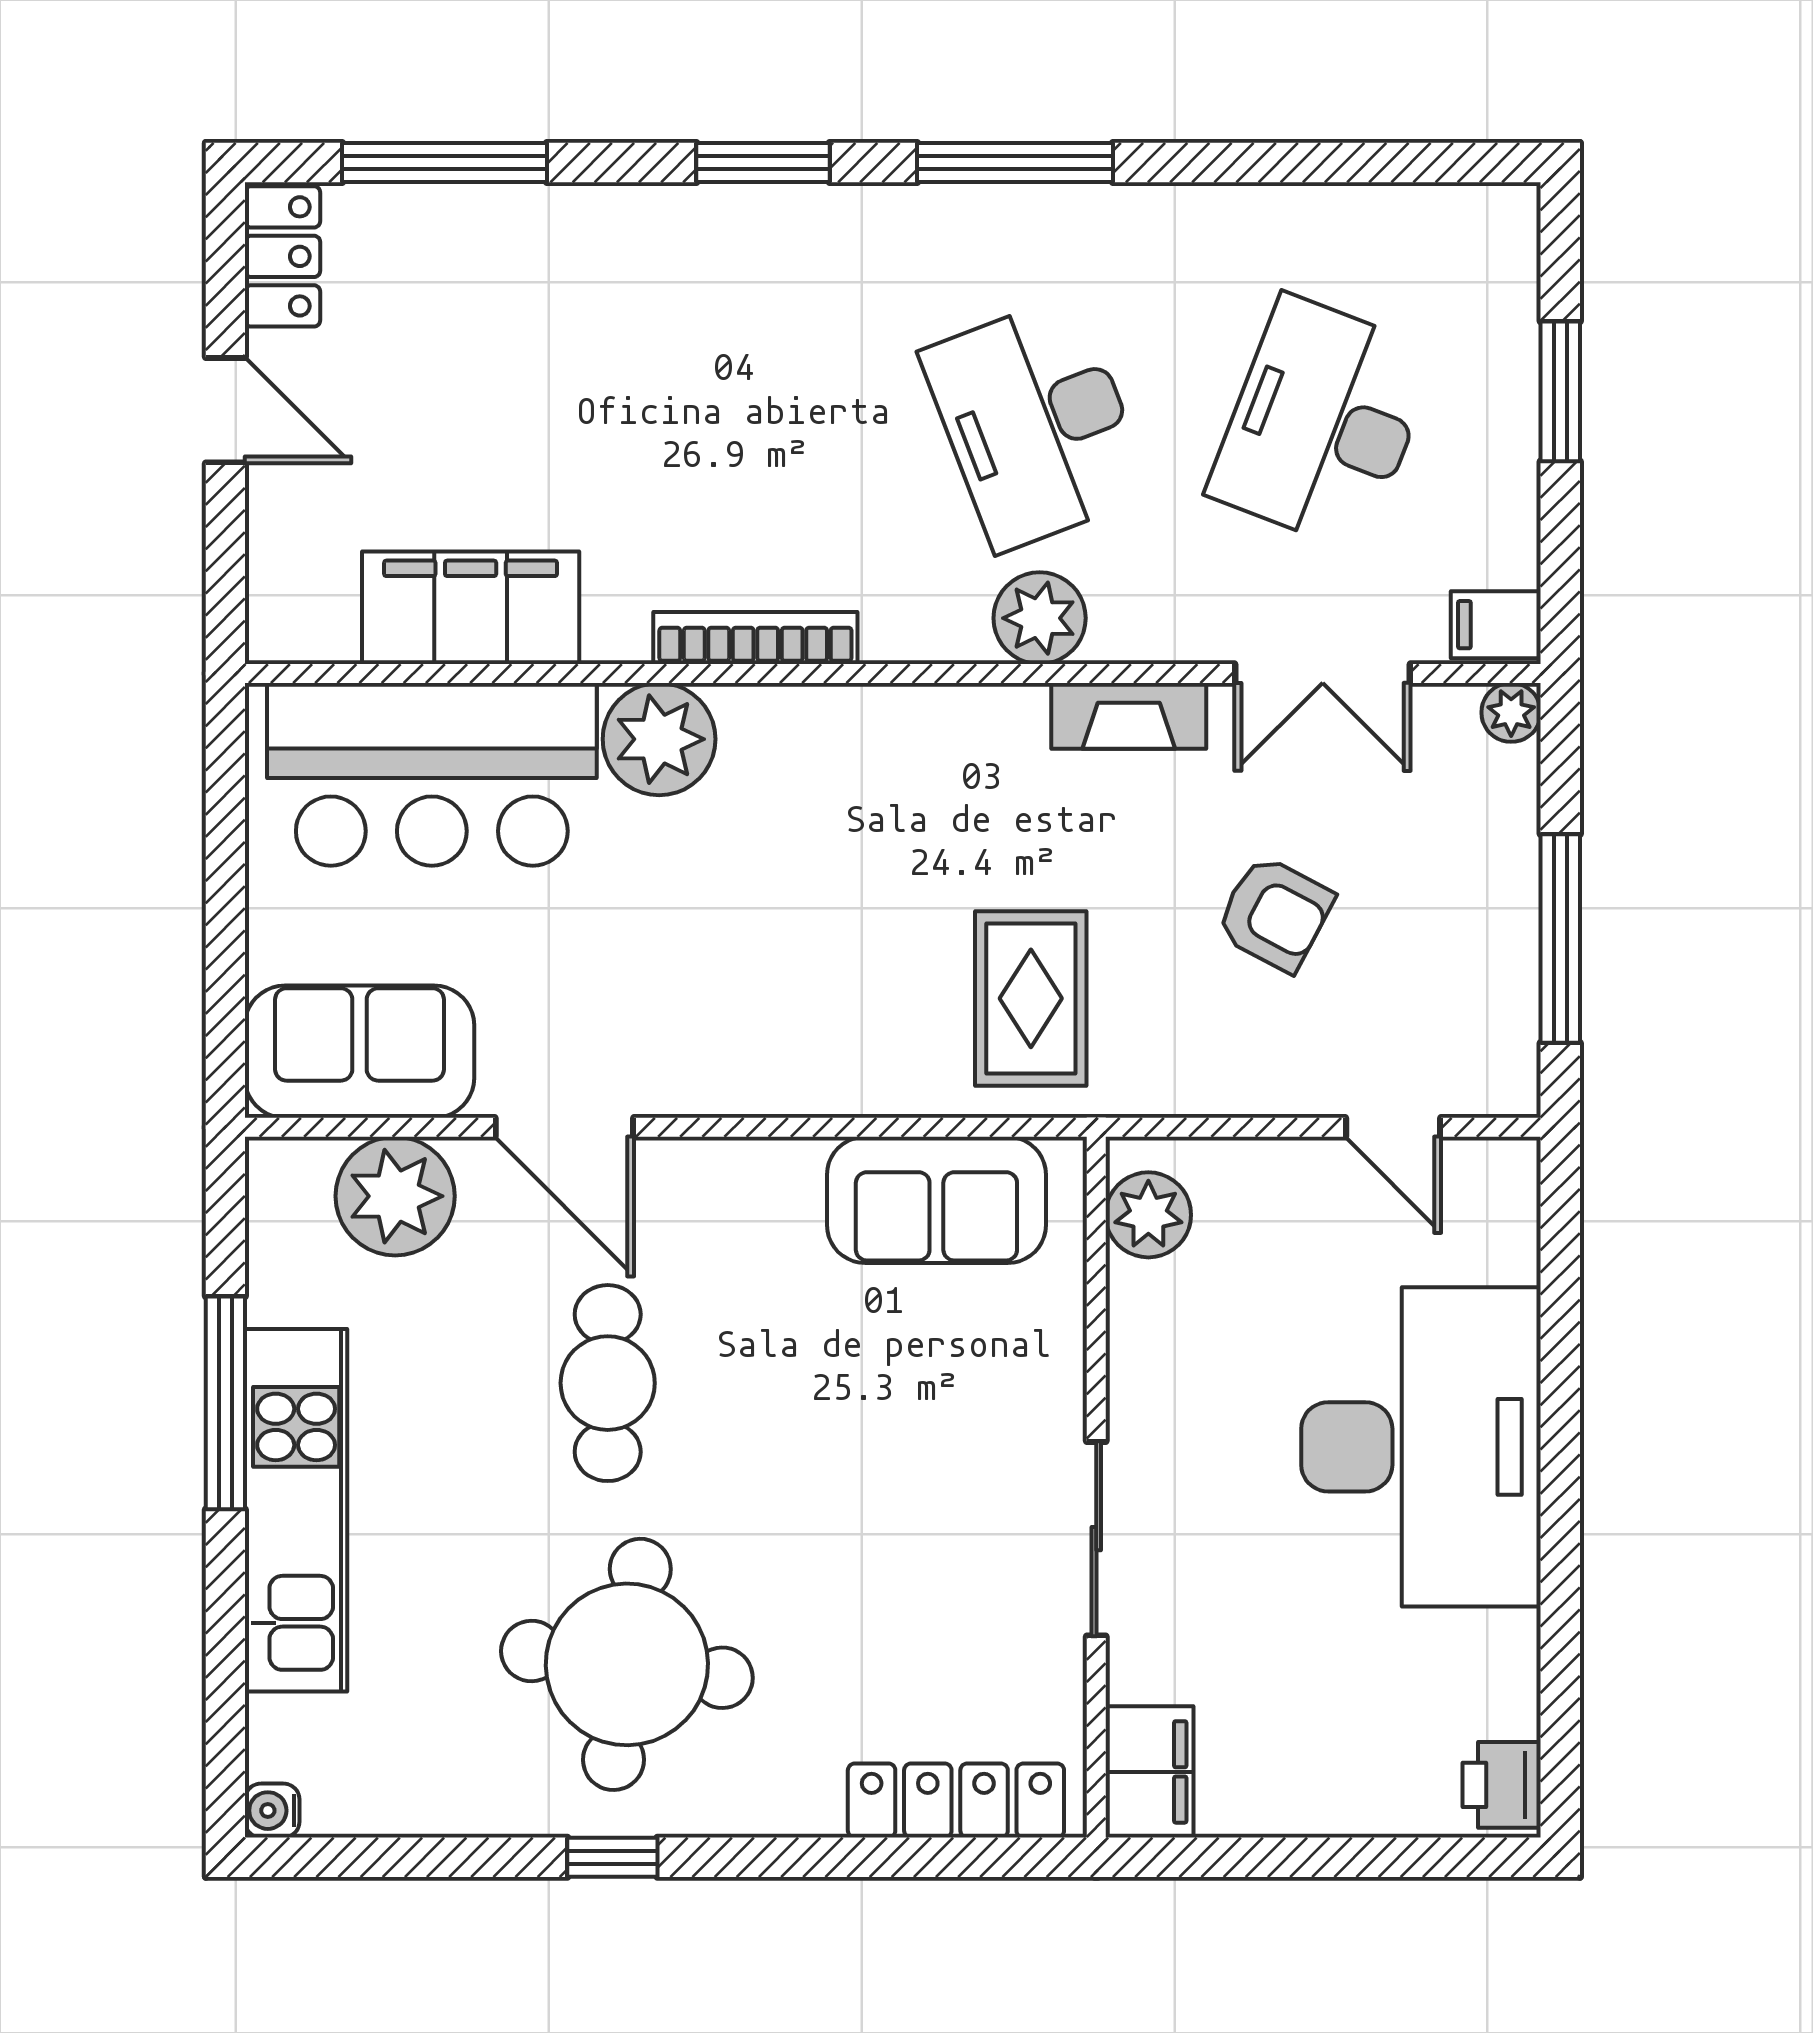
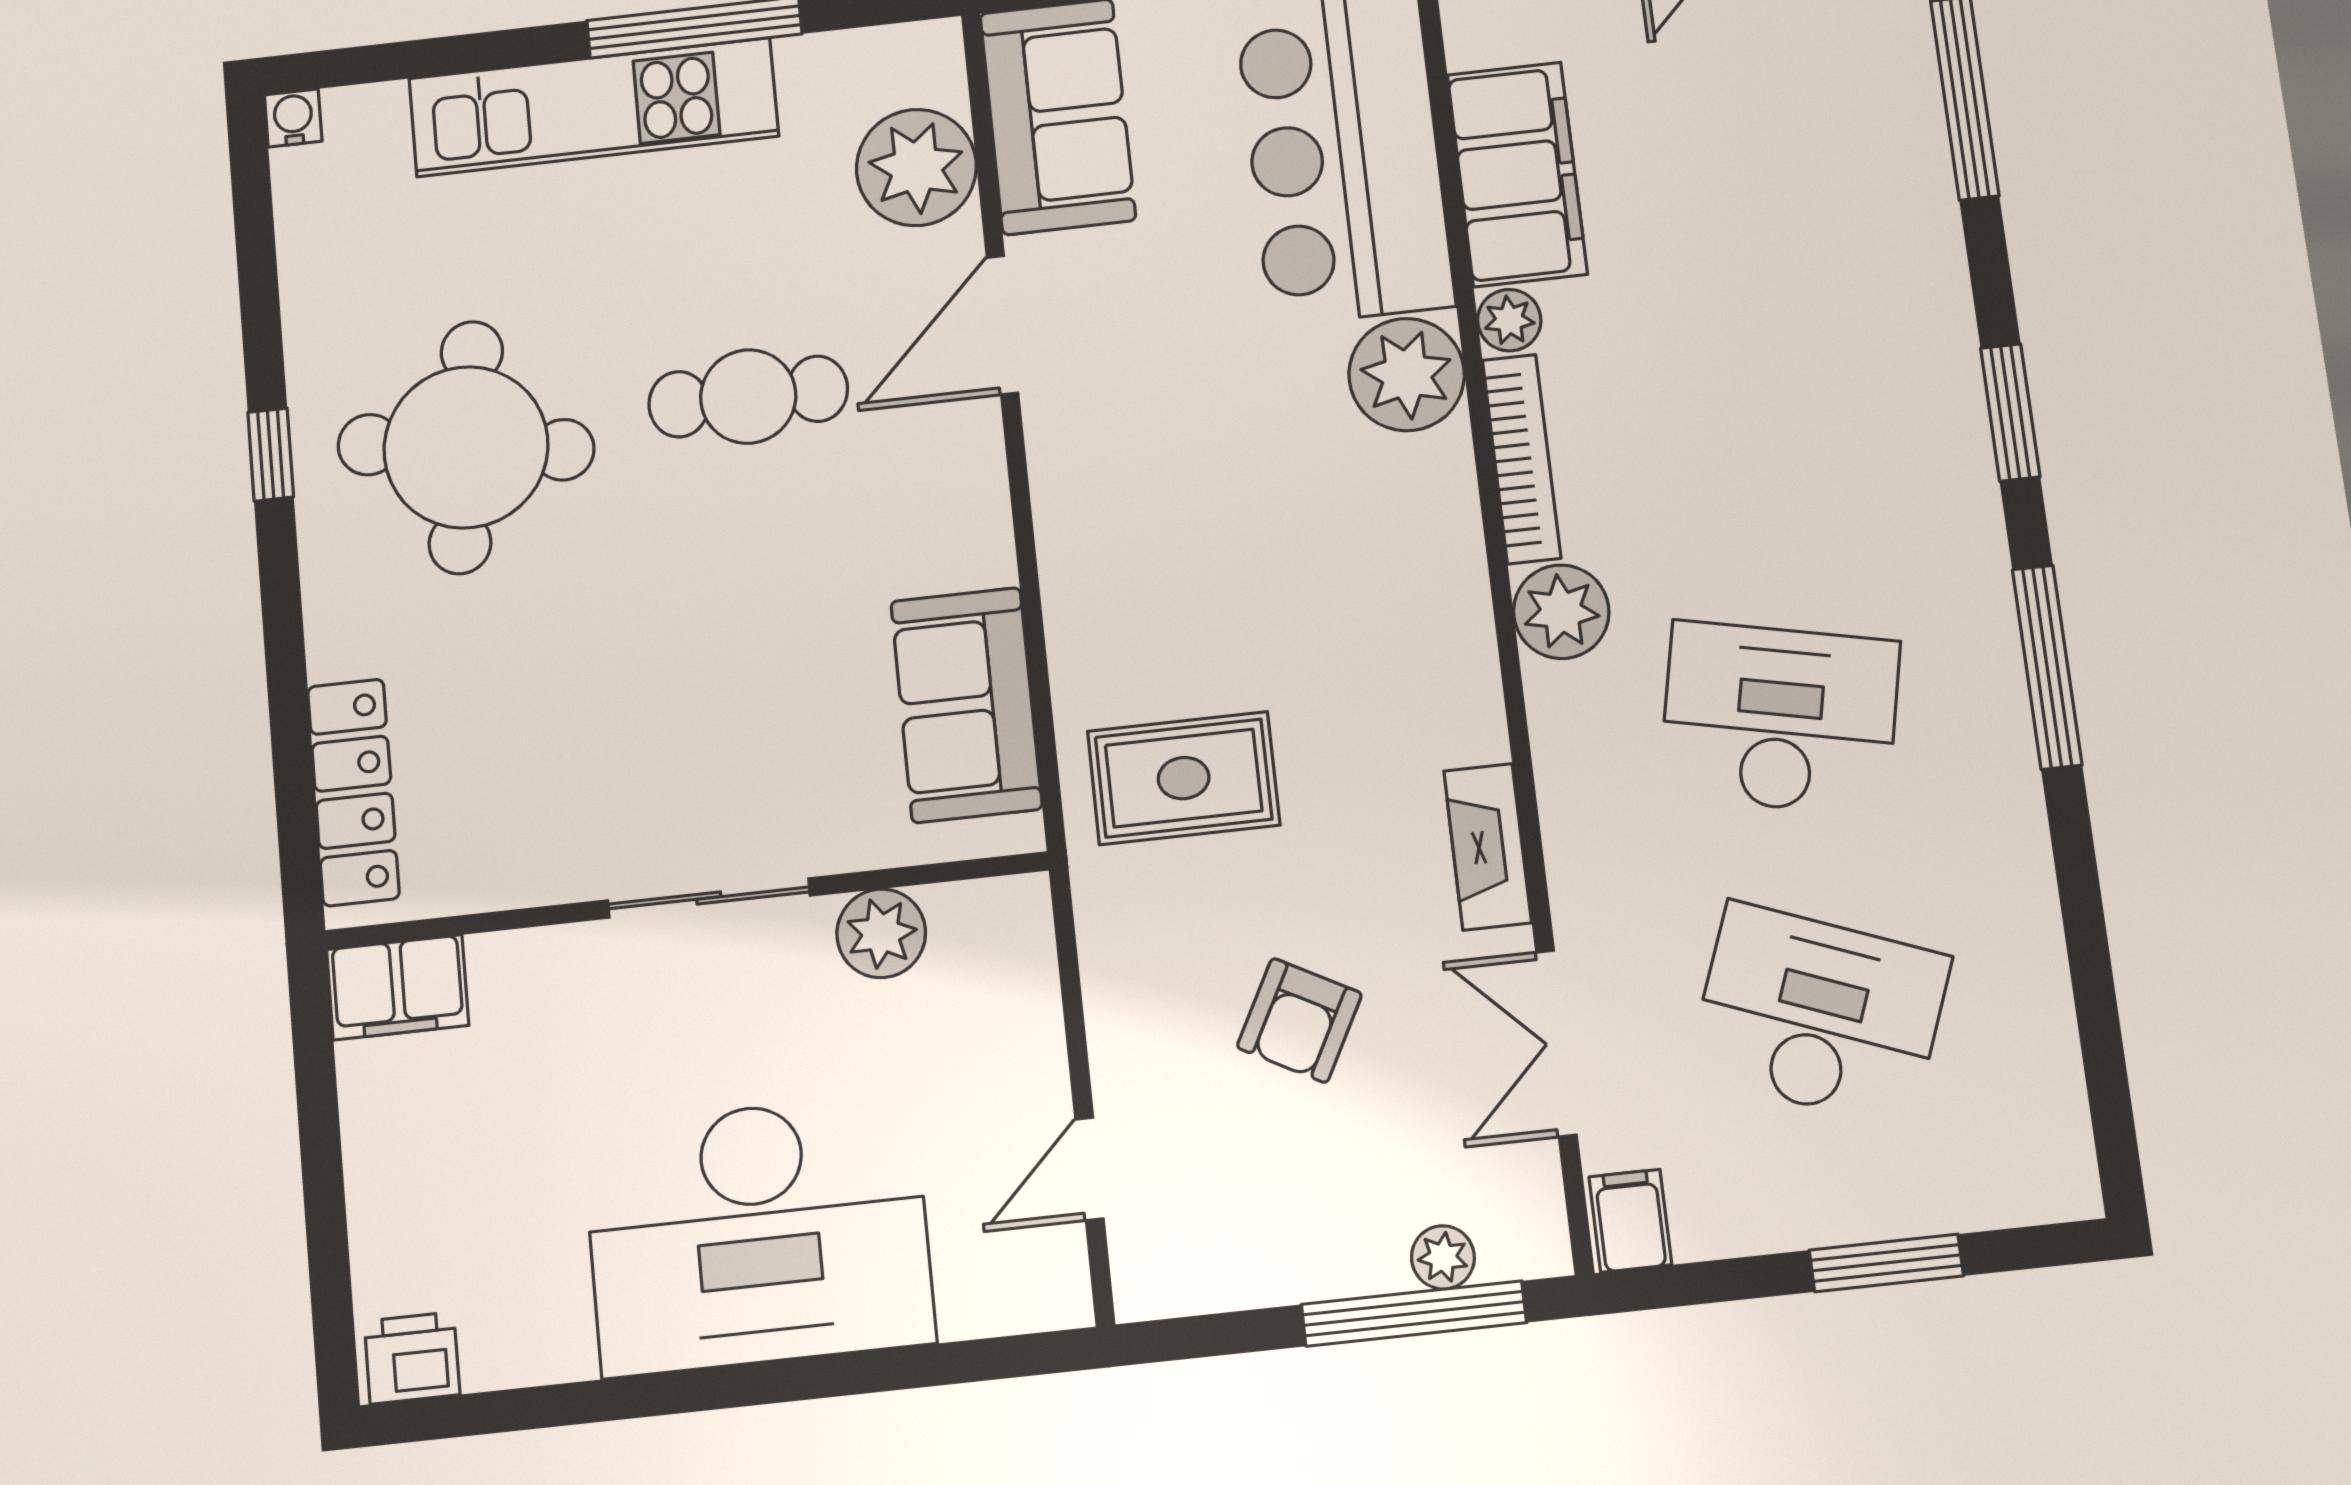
desk: (1036, 423) -> (1780, 718), turned 33
plant: (1040, 618) -> (1561, 612), moved
plant: (616, 633) -> (1509, 320), added
plant: (1511, 712) -> (1443, 1257), moved
window: (1560, 939) -> (1414, 1314), moved
plant: (1148, 1215) -> (881, 933), moved
sliding door: (1096, 1539) -> (709, 898), moved

